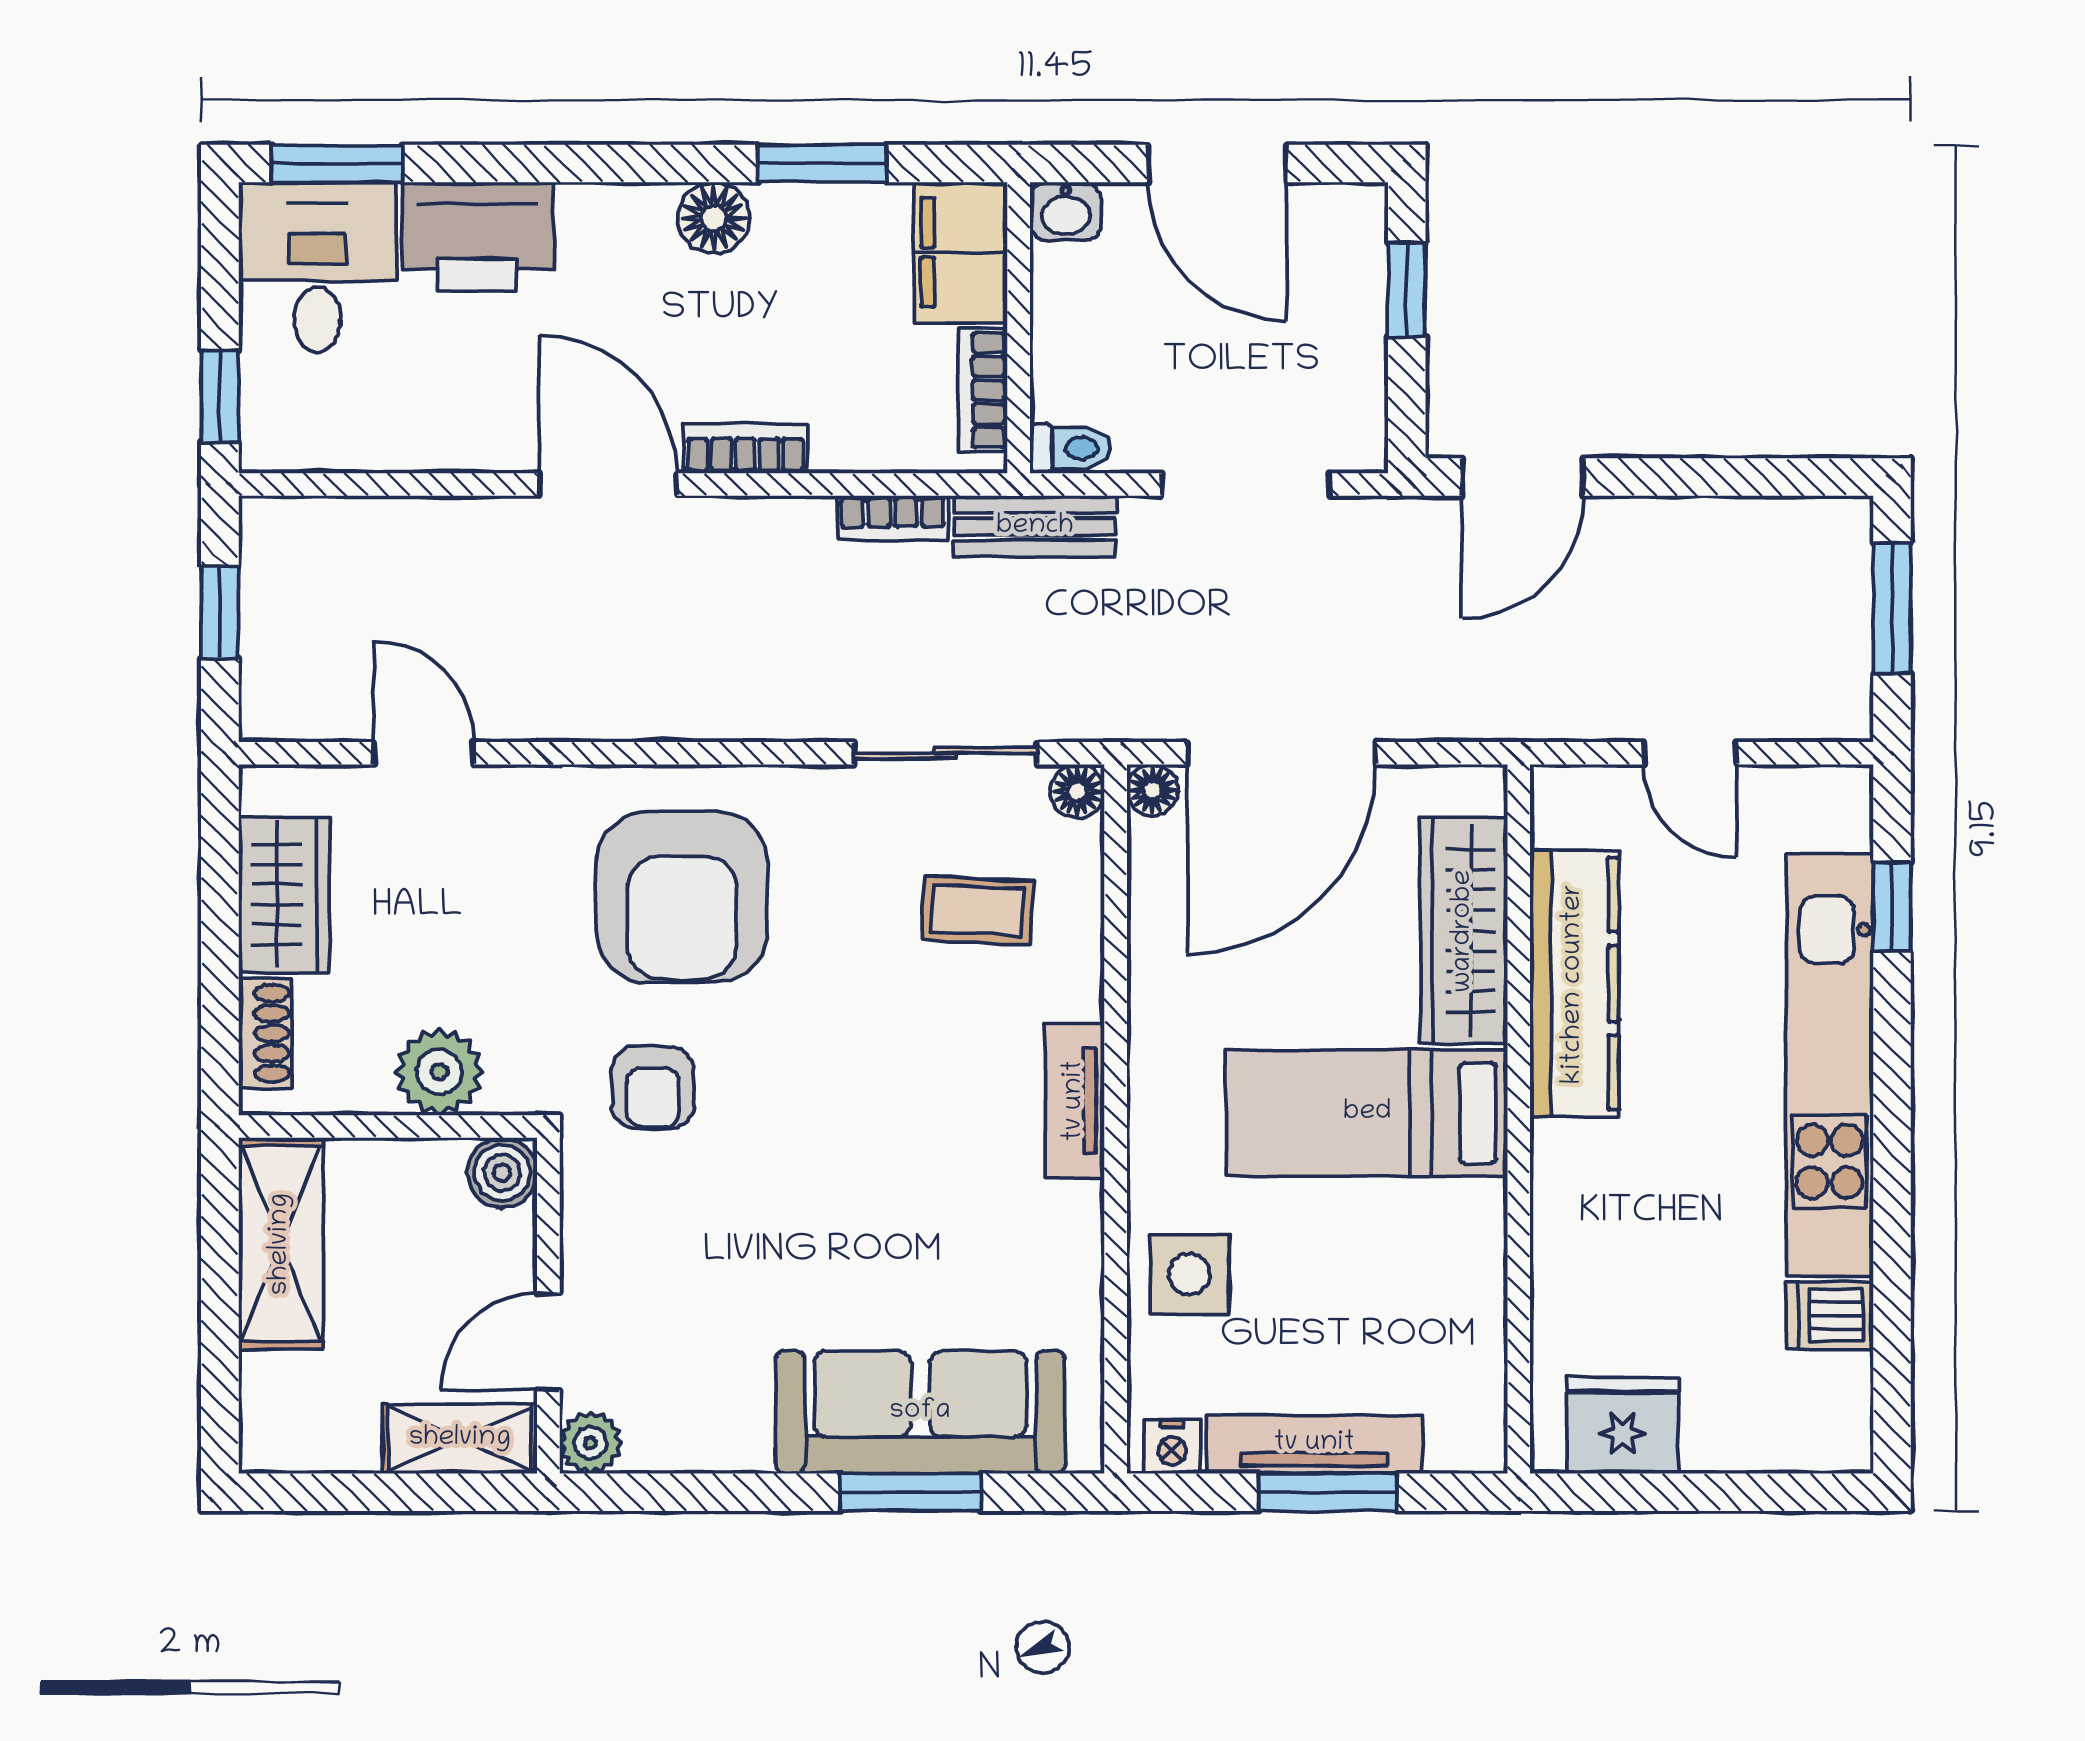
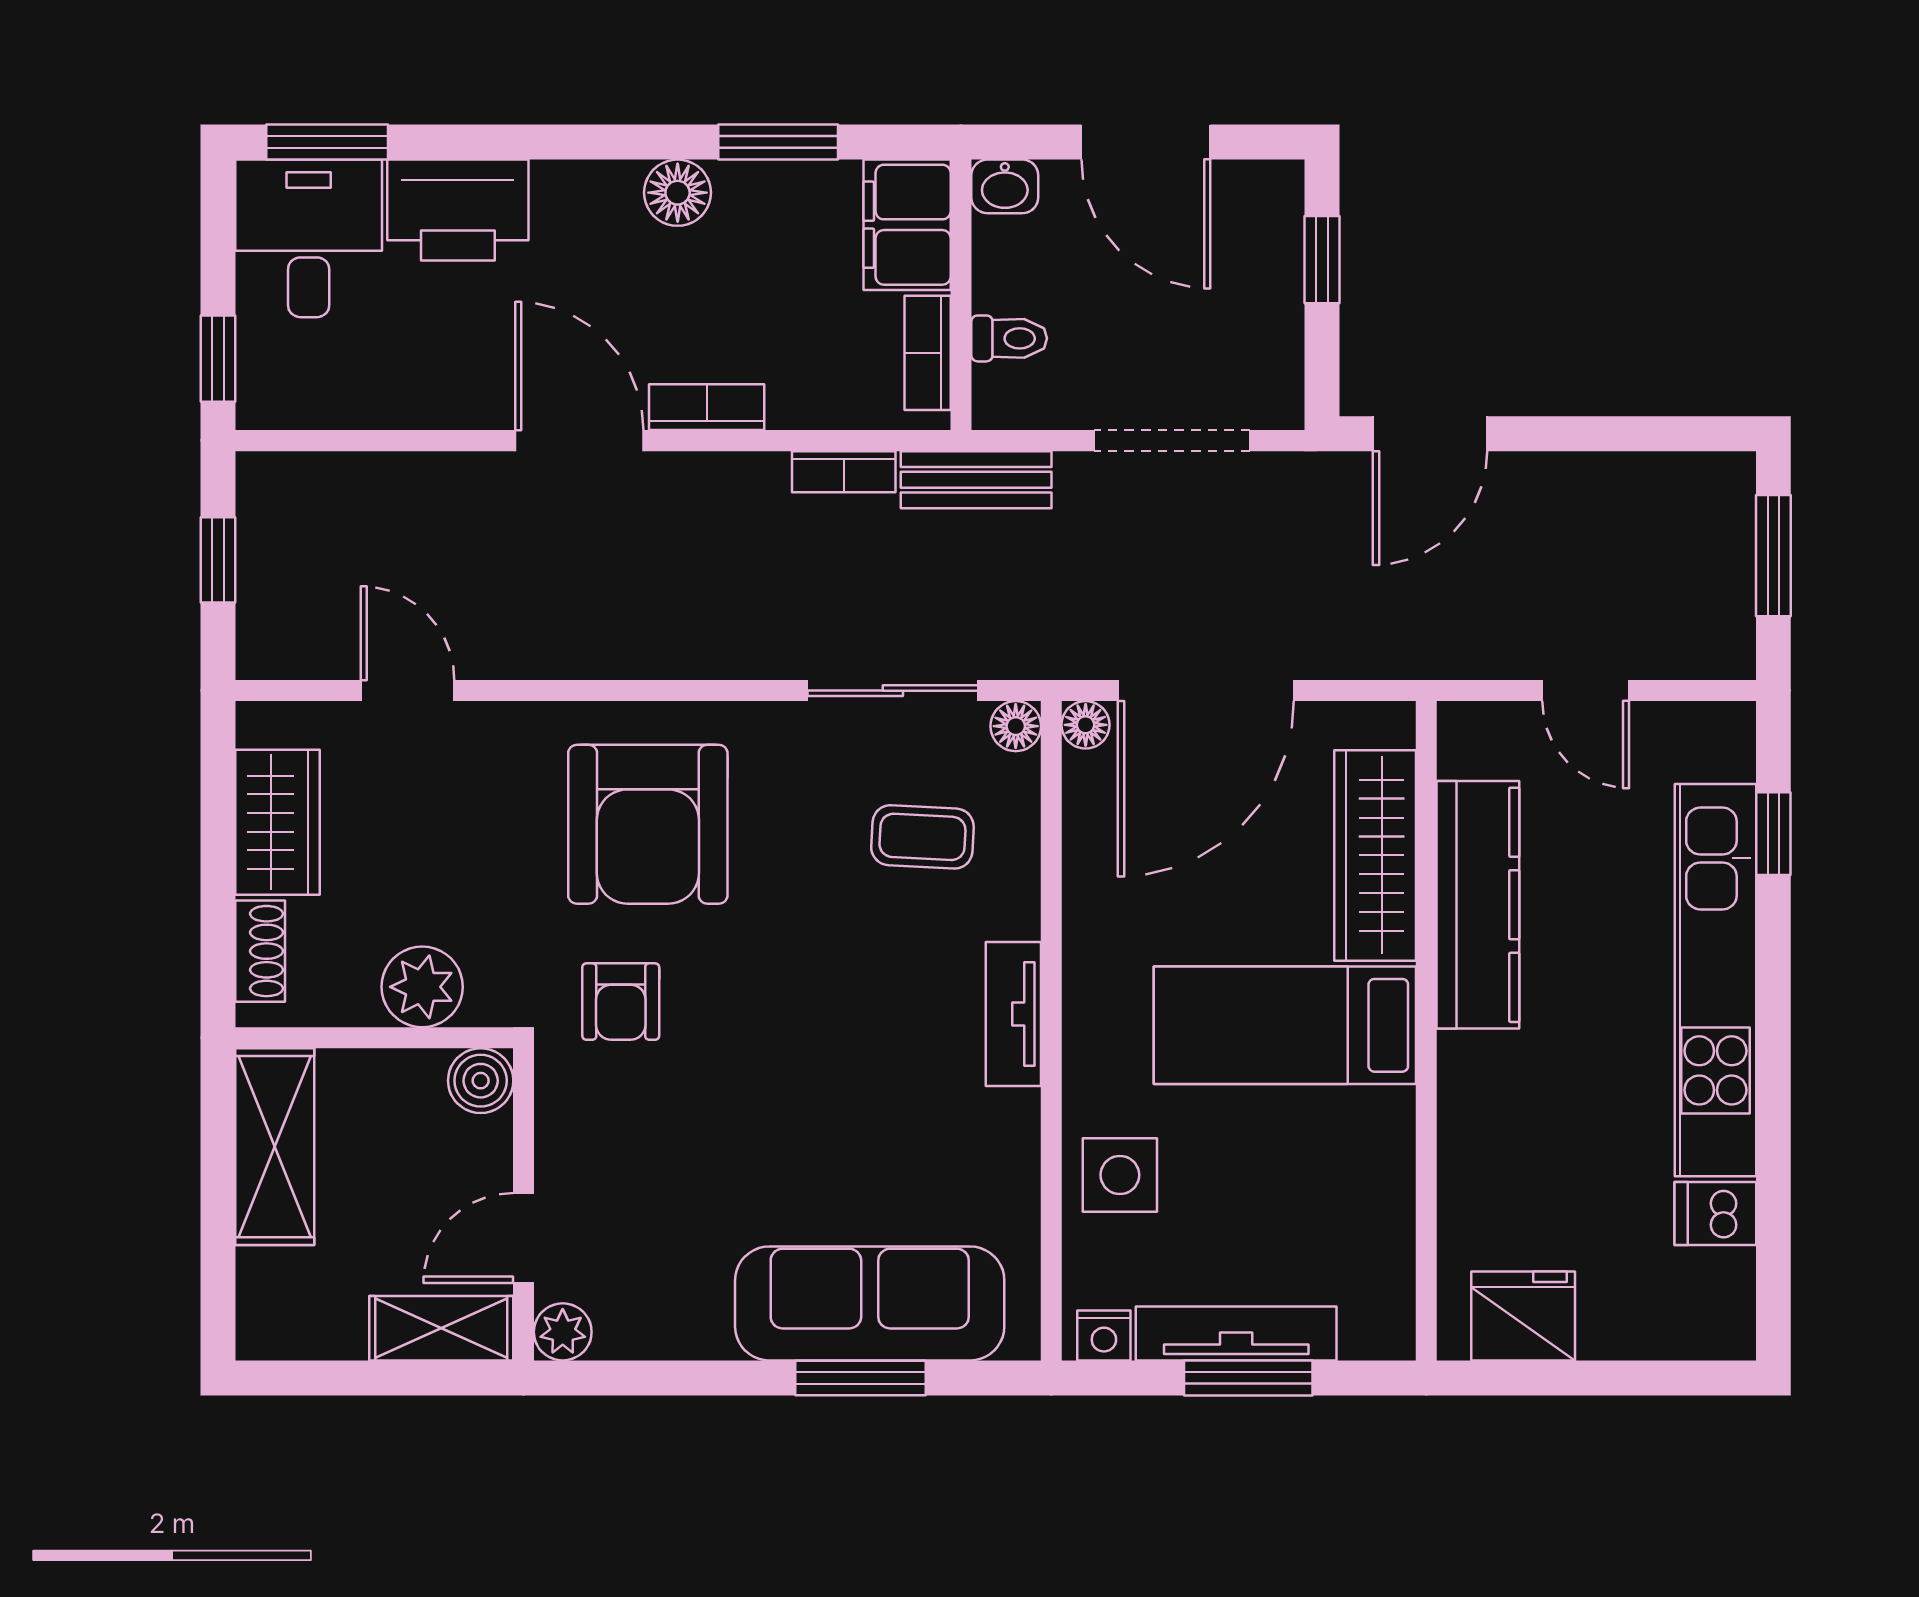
toilet: (1070, 448) -> (1009, 338), moved

